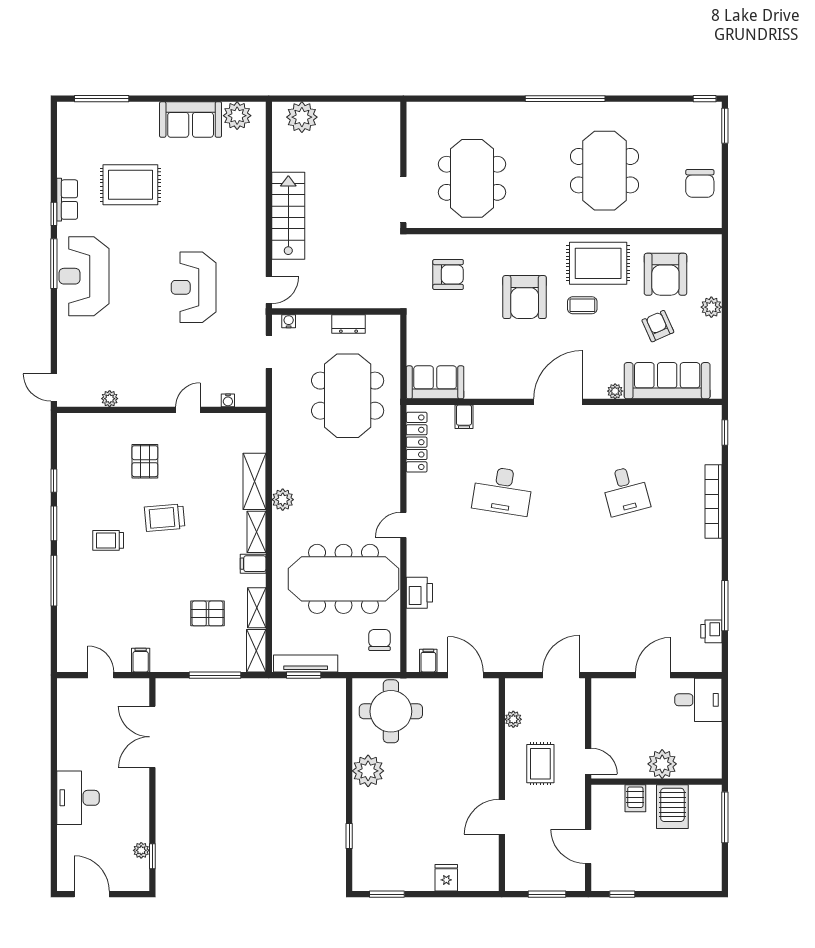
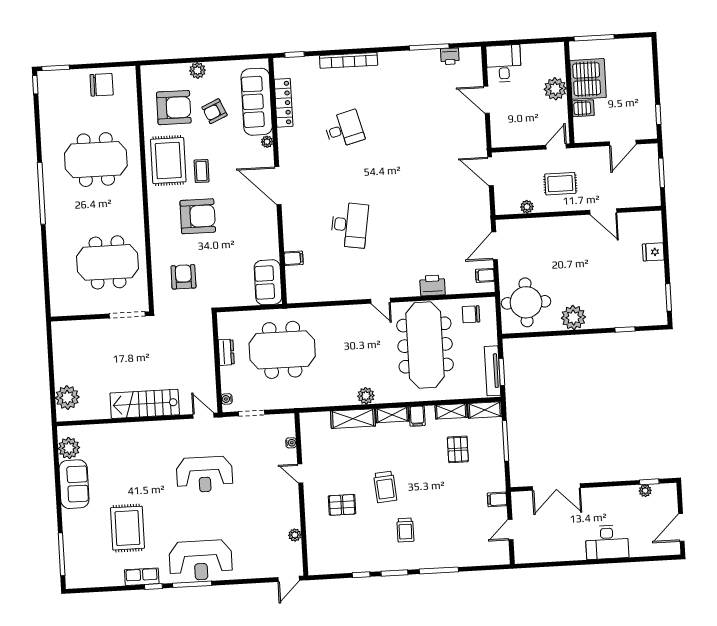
locker: (417, 442) -> (284, 103), moved, turned 90
server rack: (672, 807) -> (588, 79), width x1.60

